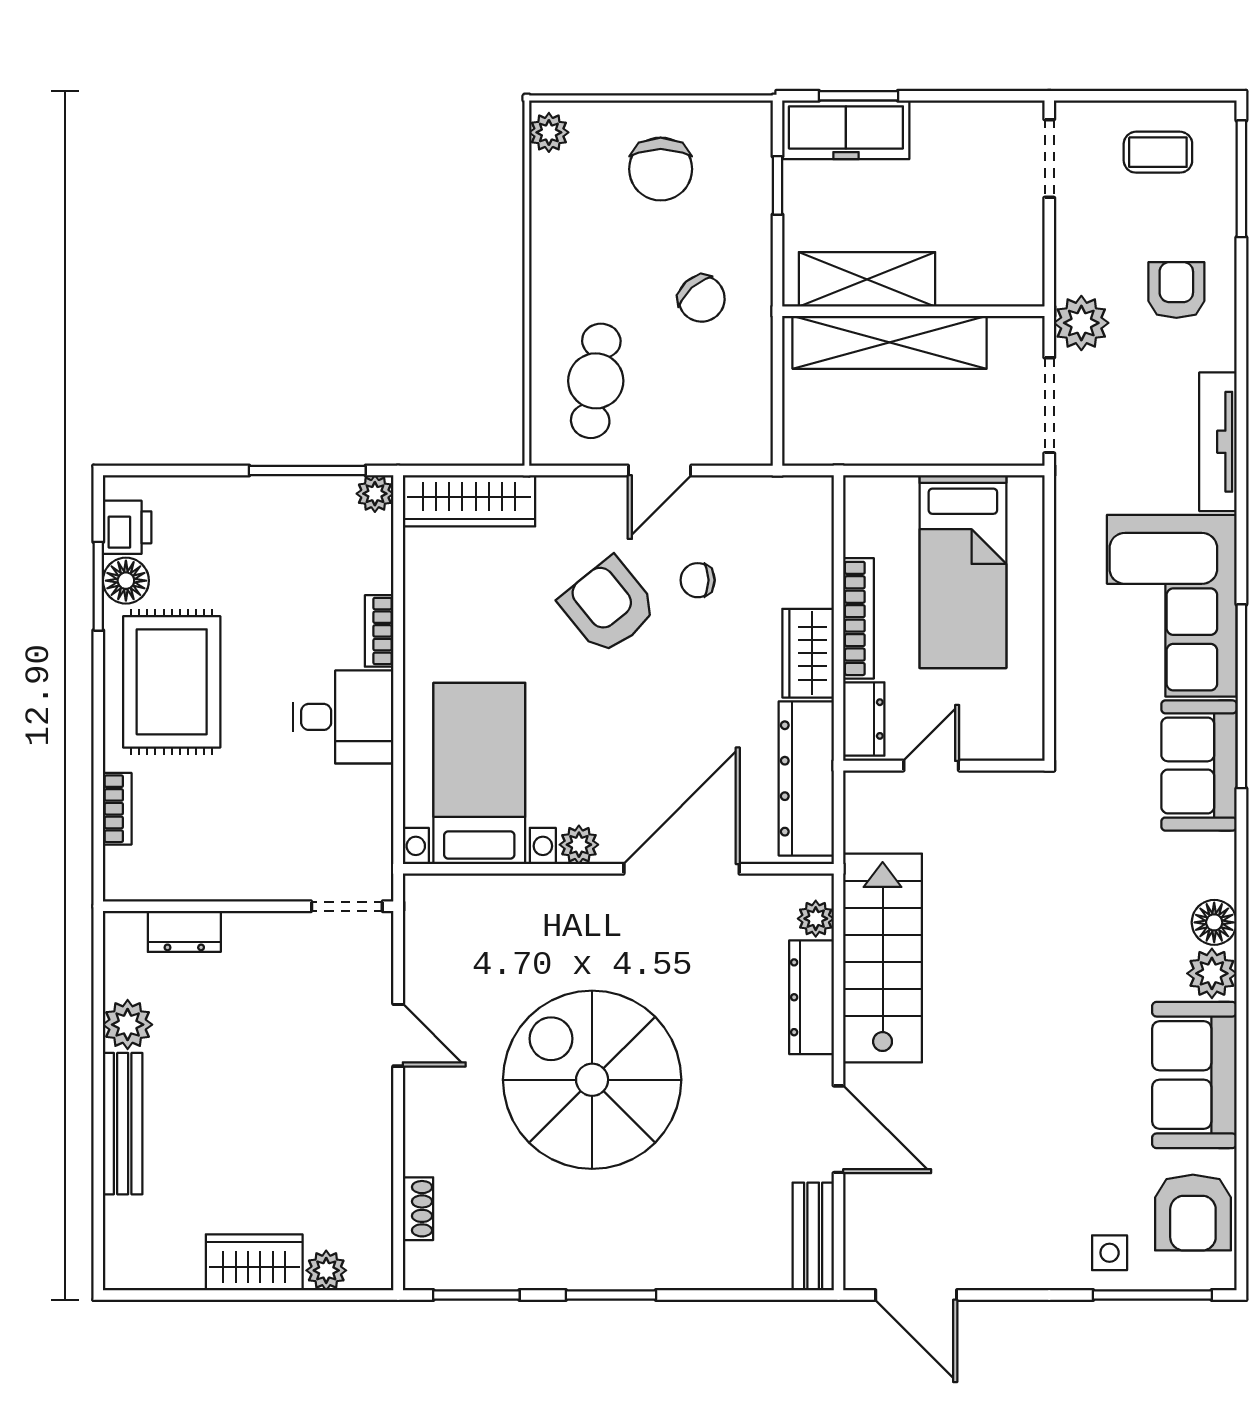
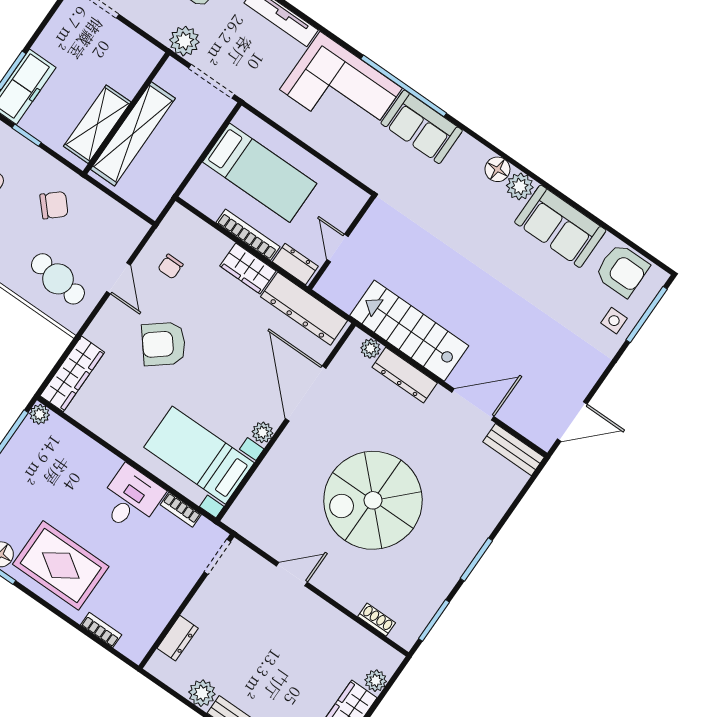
chair: (698, 580) -> (170, 267), moved
bookcase: (379, 631) -> (181, 510), moved

